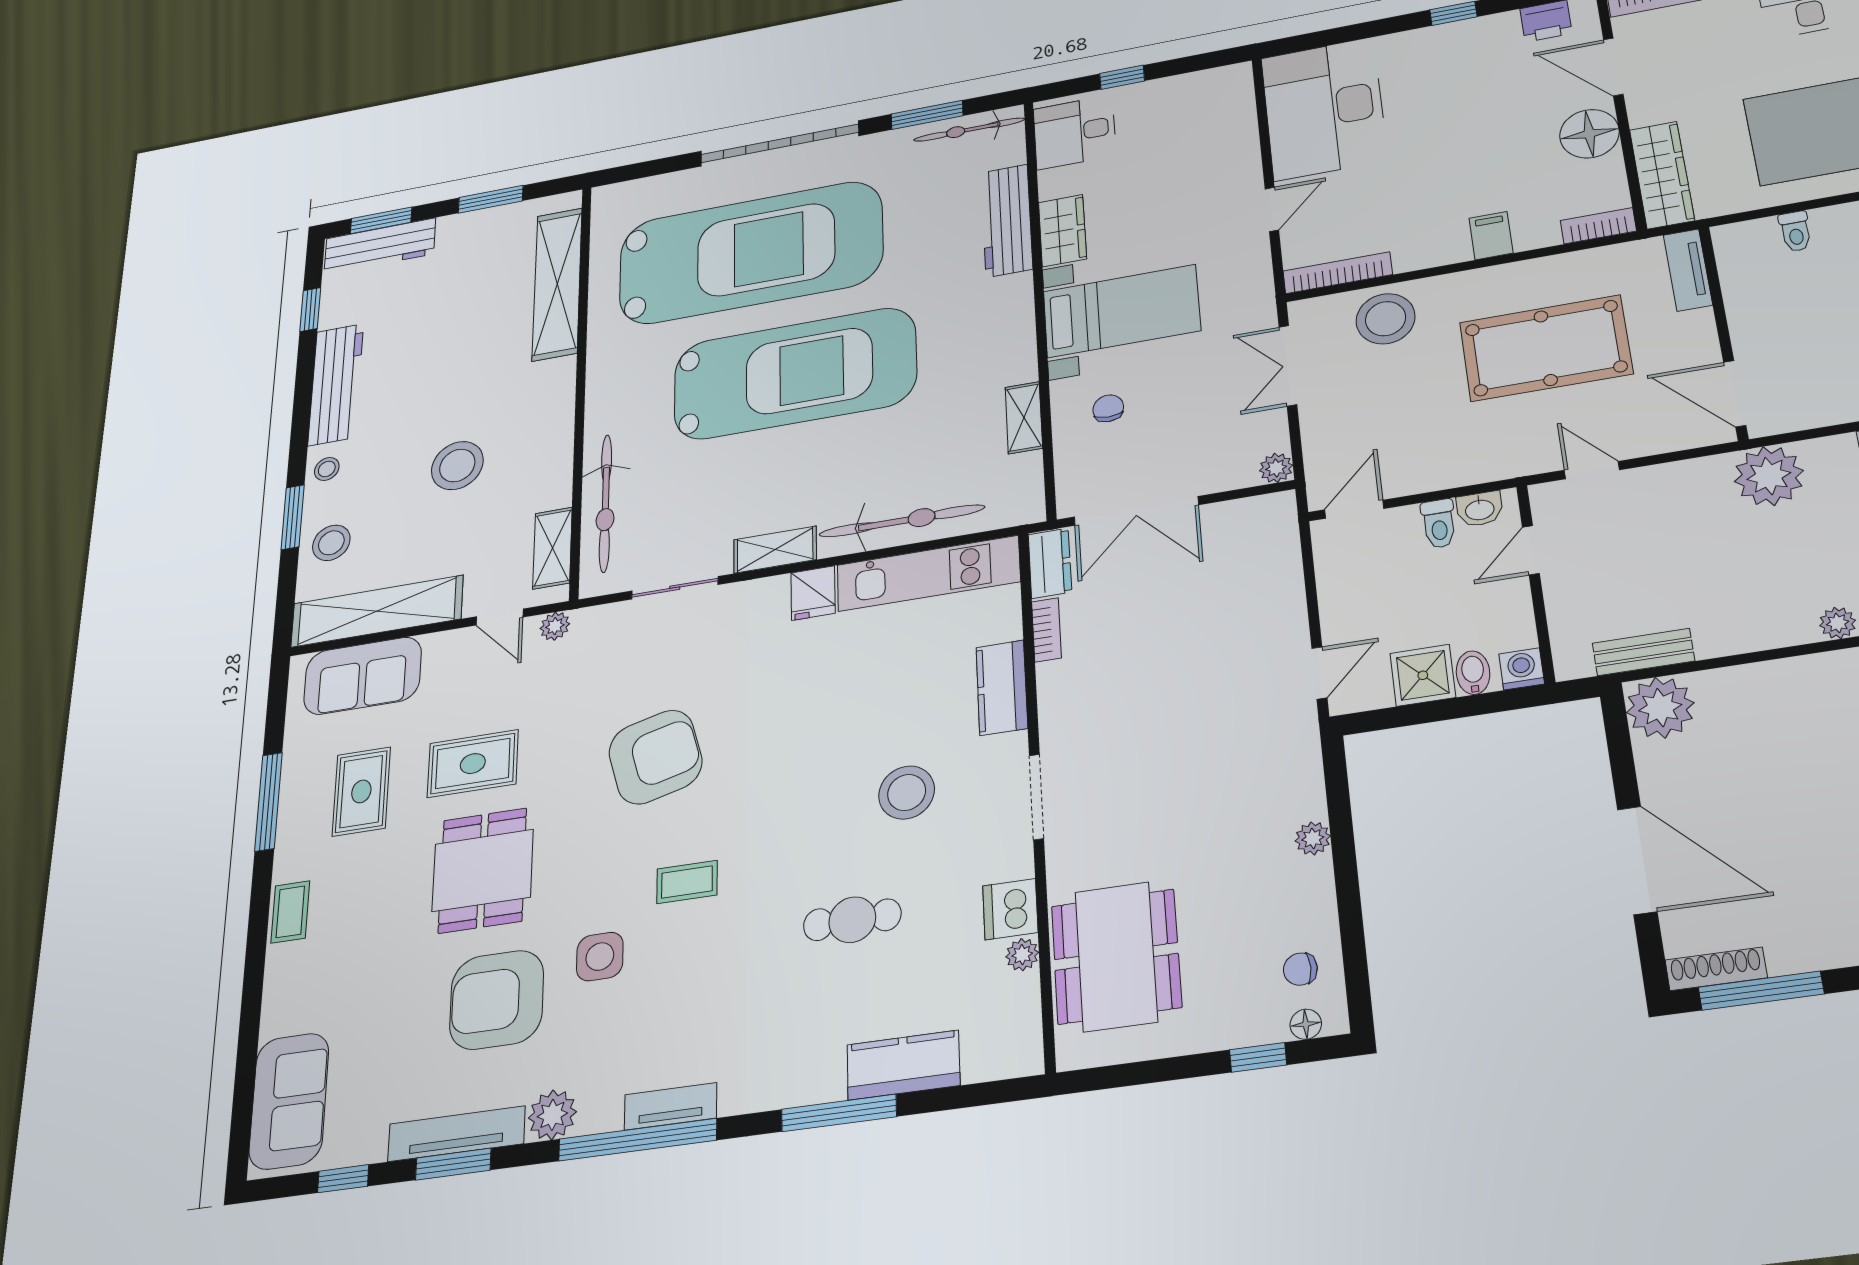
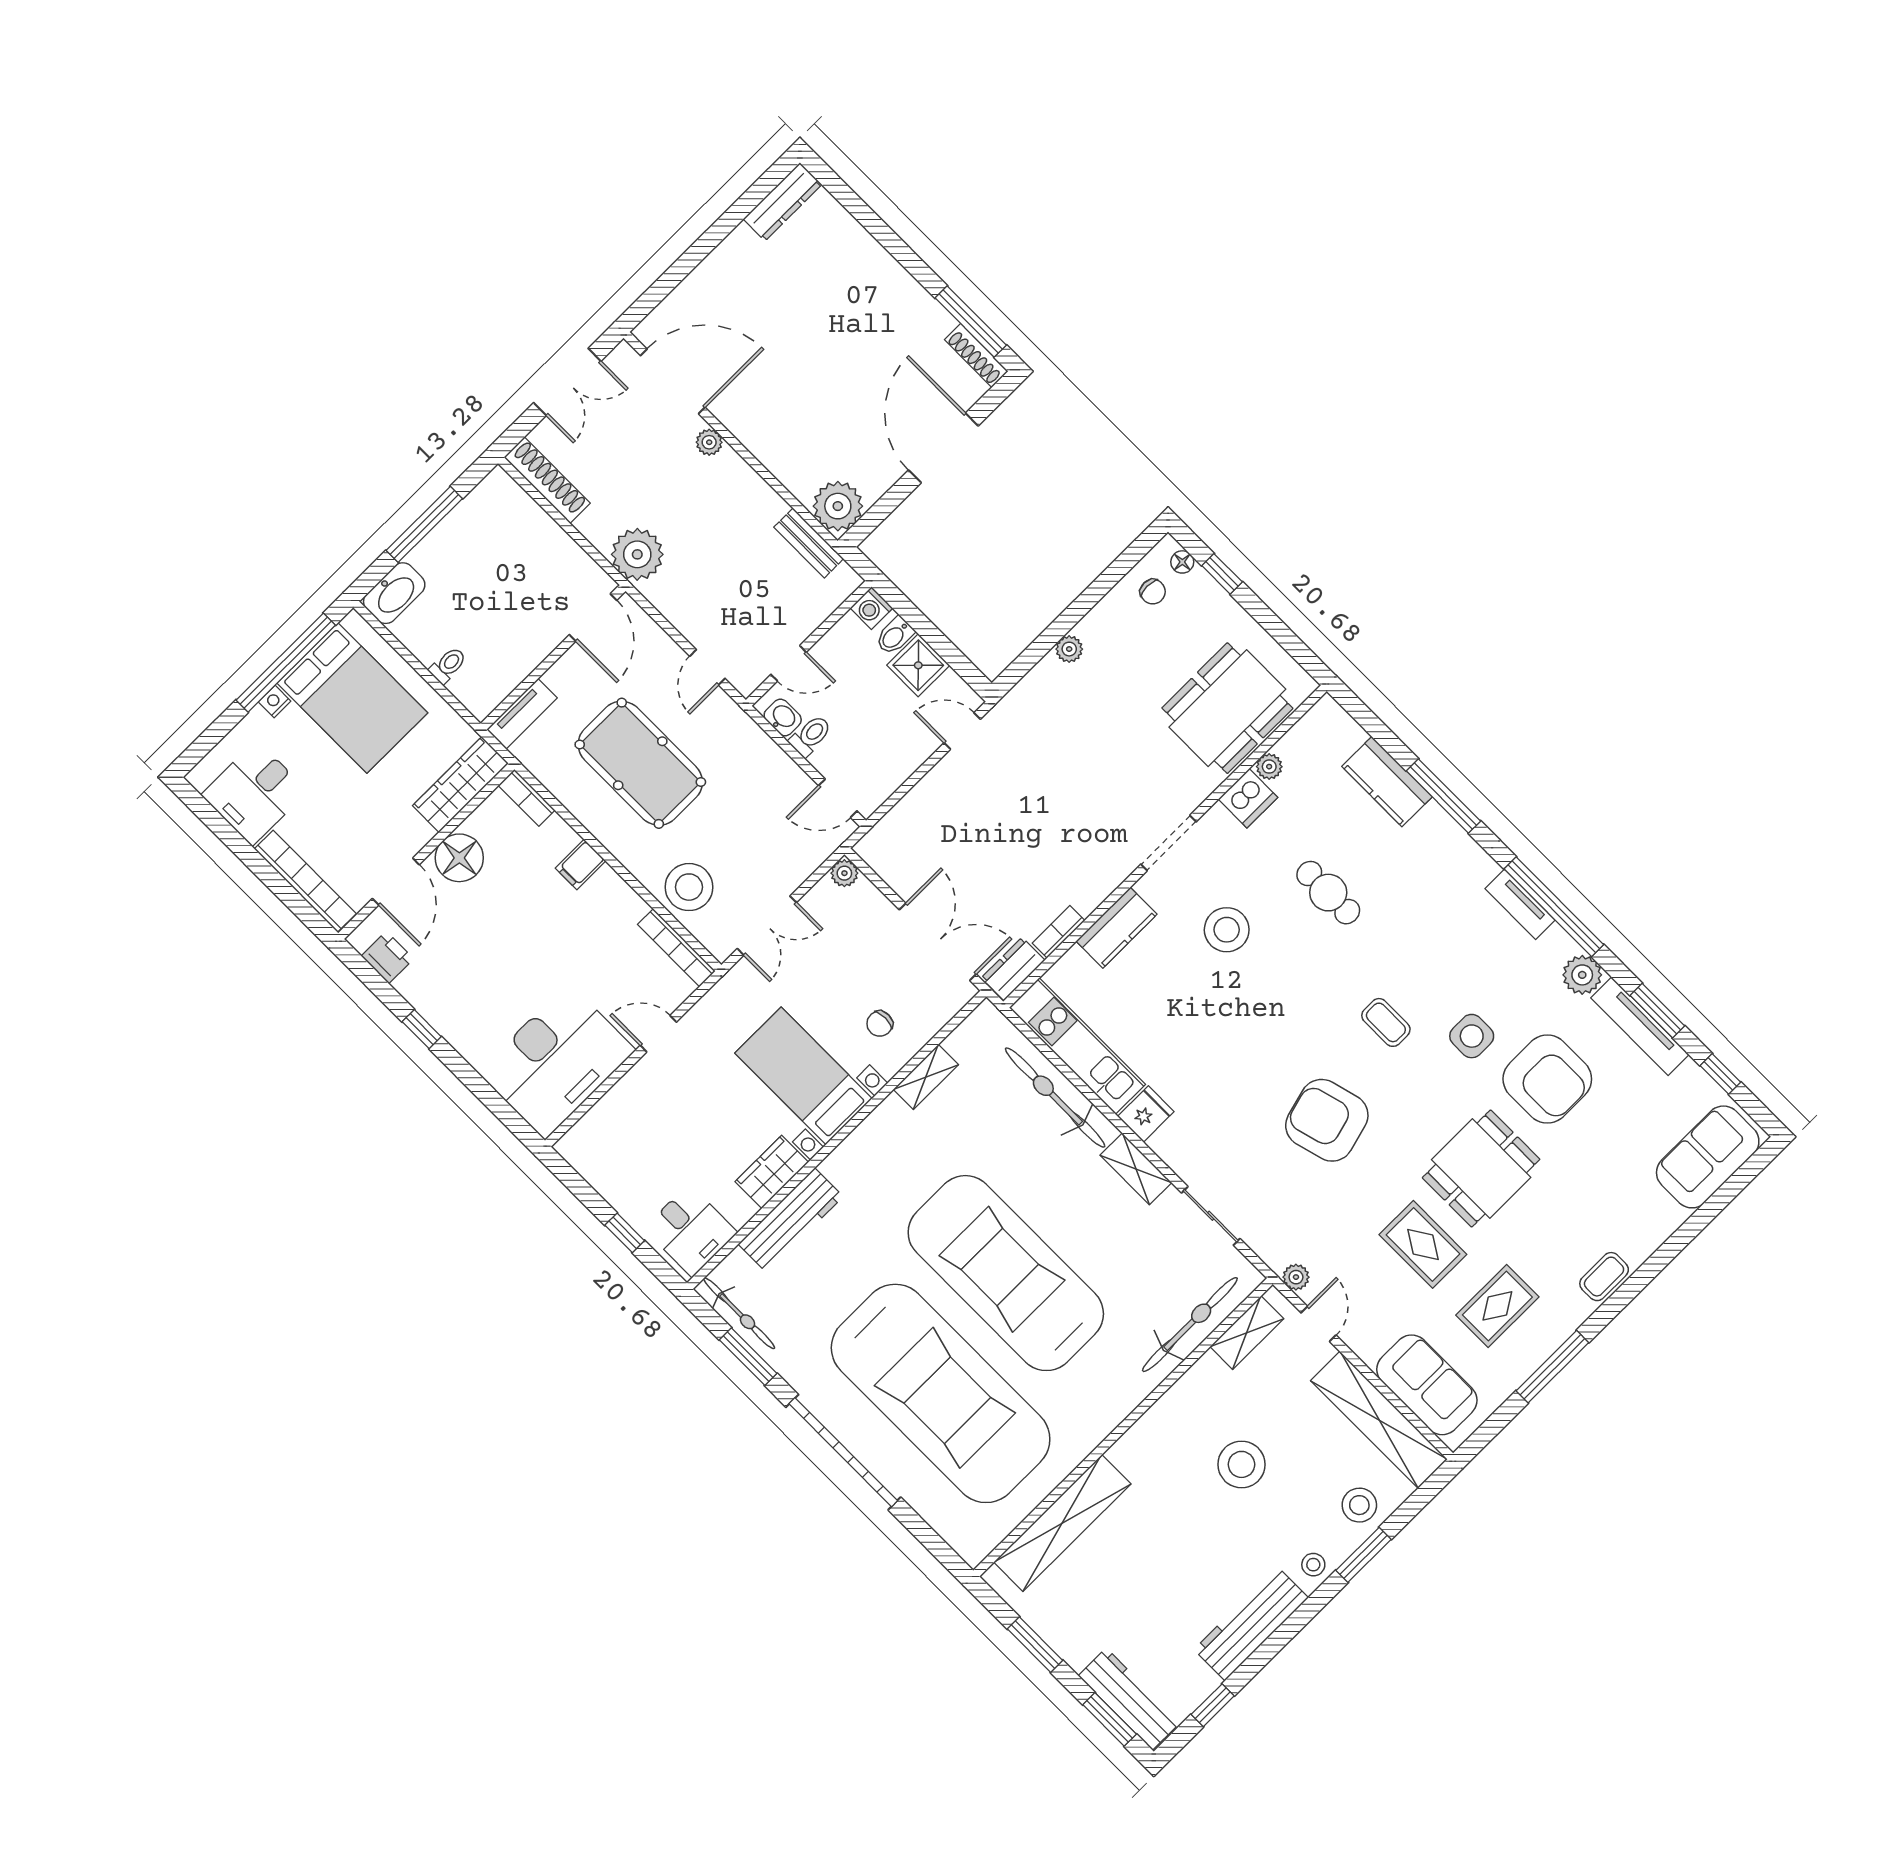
car: (750, 253) -> (941, 1393), turned 180

